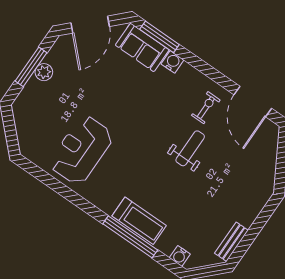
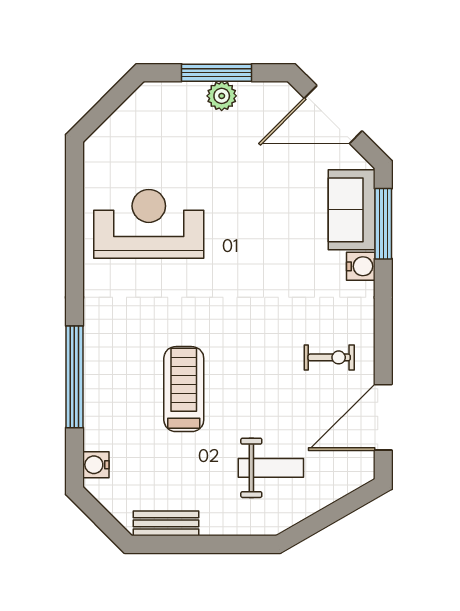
weight bench: (190, 148) -> (271, 468), moved
treadmill: (139, 221) -> (184, 389), moved, turned 180

